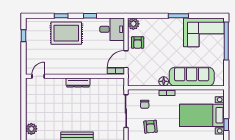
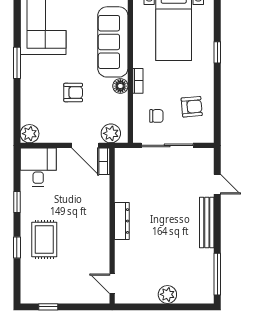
rug: (66, 33) -> (44, 239), width x0.73, depth x0.70
armchair: (138, 42) -> (73, 92), moved
plant: (134, 75) -> (111, 133), added
plant: (31, 129) -> (167, 294), moved

